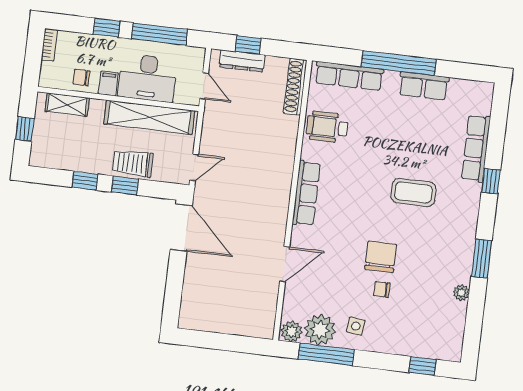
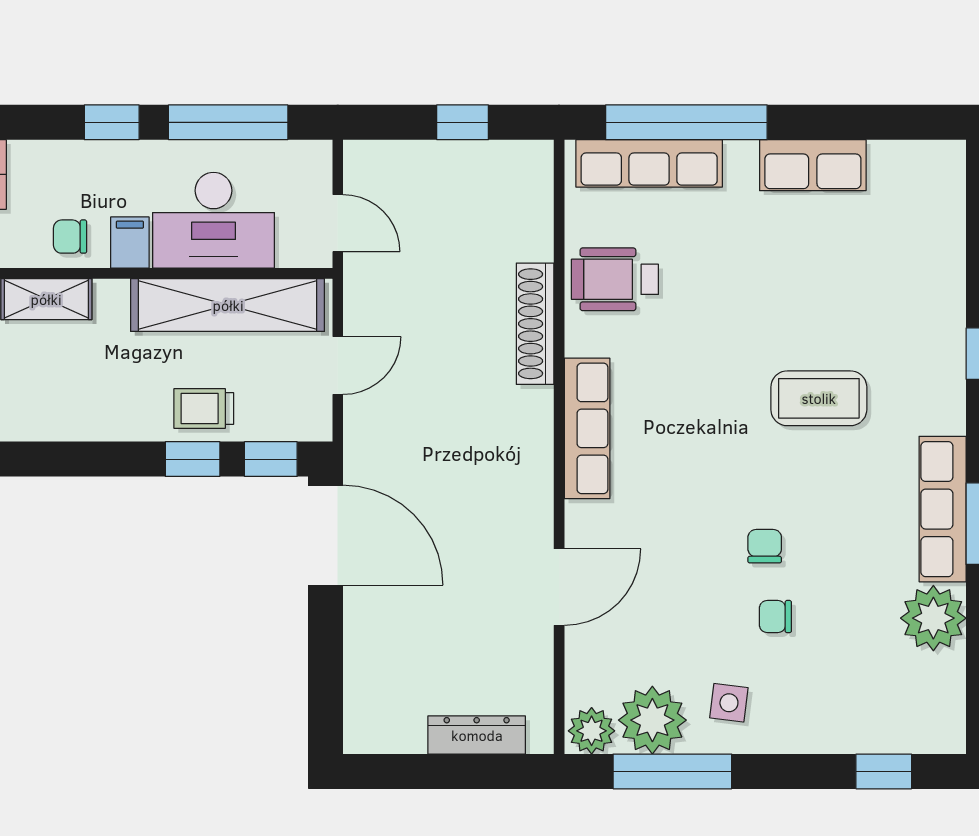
window: (248, 45) -> (463, 122), moved
dresser: (242, 61) -> (477, 735), moved, turned 180
window: (399, 63) -> (686, 122), moved
shoe rack: (295, 87) -> (535, 324), moved
row of seats: (476, 148) -> (943, 509), moved
trolley: (133, 163) -> (204, 409), width x0.73, depth x0.72
door: (194, 167) -> (338, 366), moved
window: (85, 181) -> (271, 459), moved
chair: (381, 257) -> (765, 546), width x0.54, depth x0.54
plant: (461, 293) -> (933, 618), width x1.88, depth x1.88

